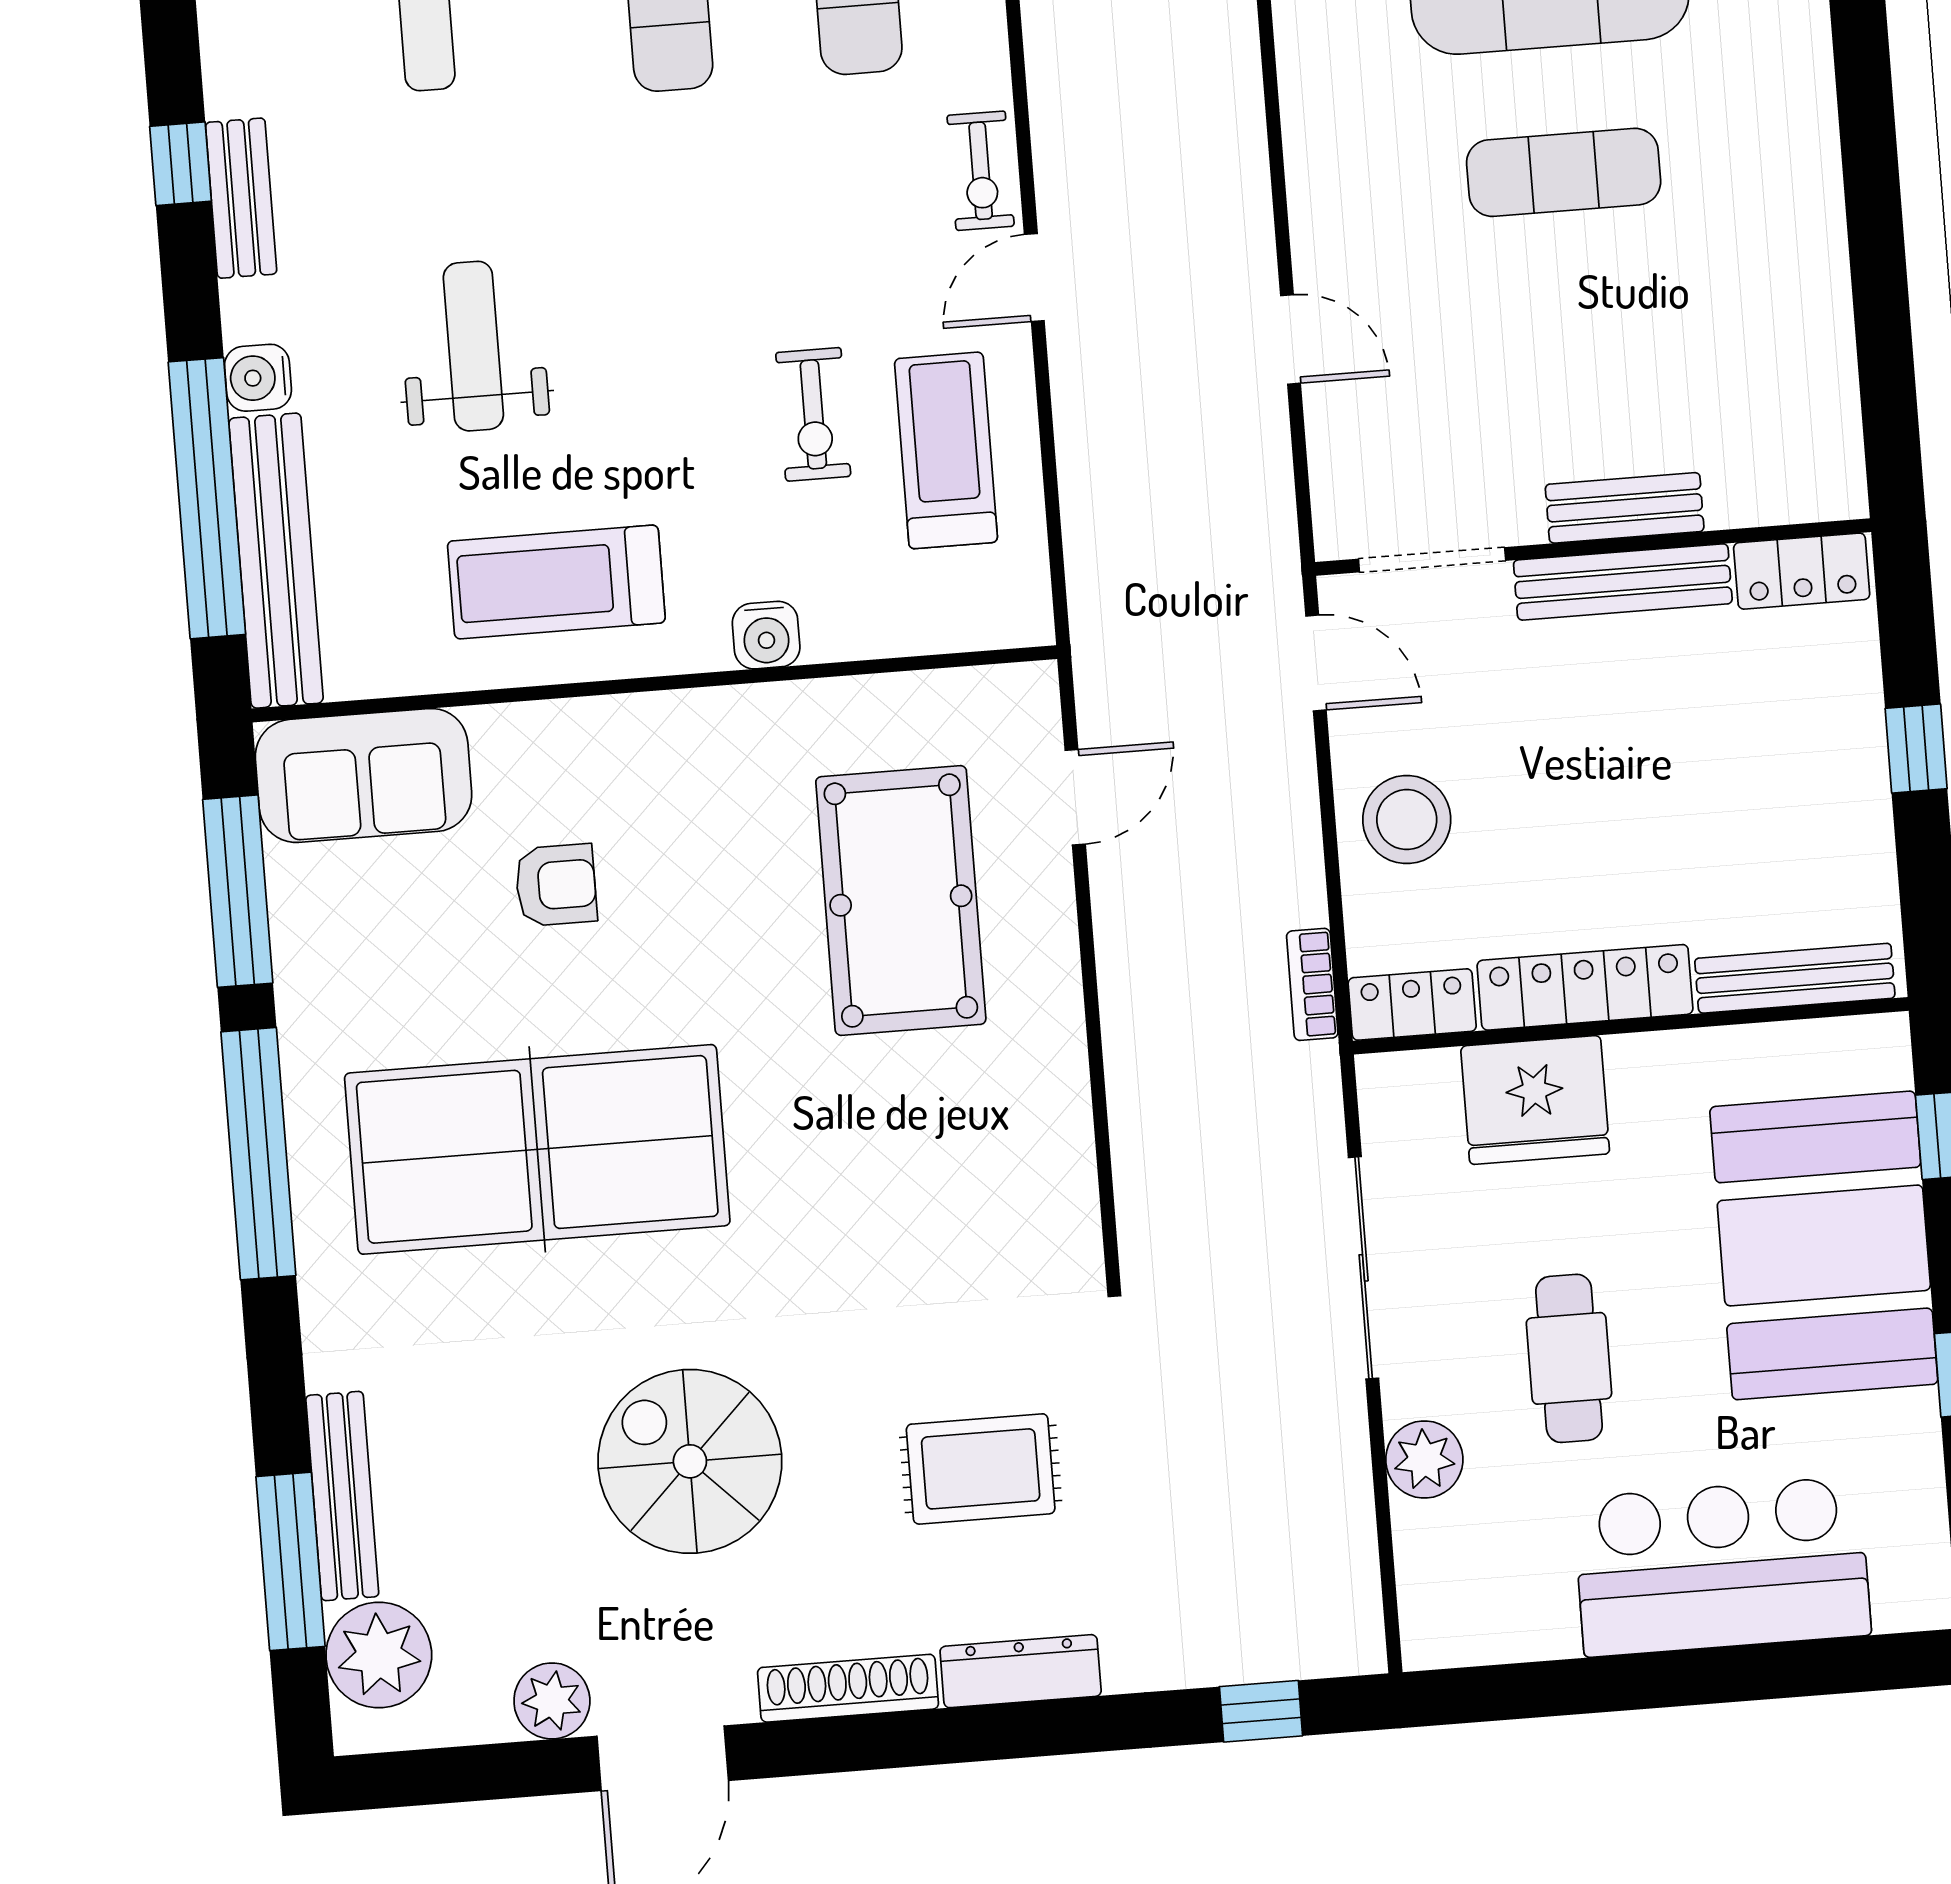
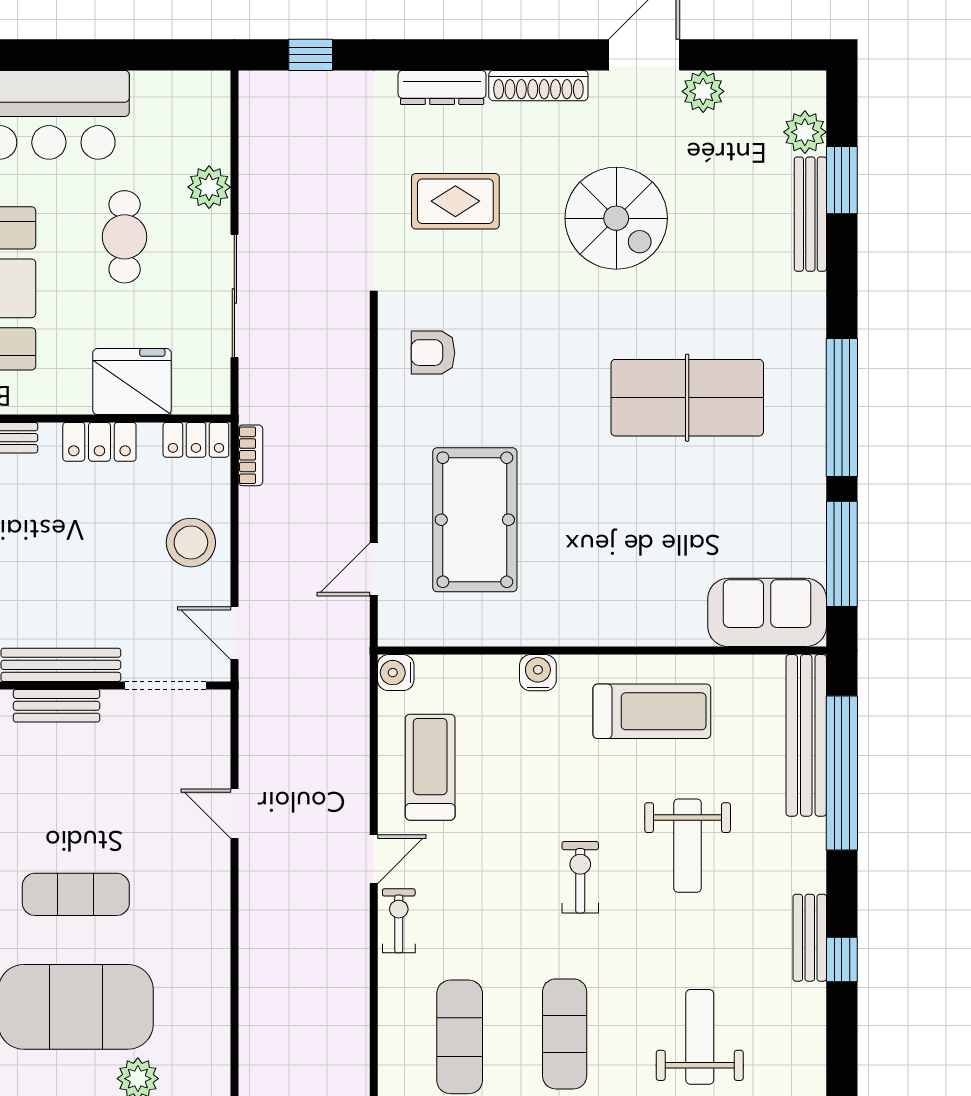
water cooler: (258, 378) -> (396, 673), moved, turned 180
exercise bike: (813, 414) -> (580, 877), moved
treadmill: (946, 450) -> (430, 767), turned 180
armchair: (556, 885) -> (433, 353), moved
locker: (1585, 987) -> (99, 442), width x0.66
table tennis table: (537, 1149) -> (687, 398), width x0.73, depth x0.76
window: (291, 1561) -> (842, 180), width x0.69
plant: (379, 1655) -> (805, 132), width x0.73, depth x0.73

